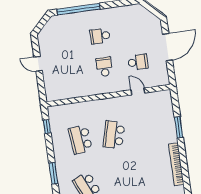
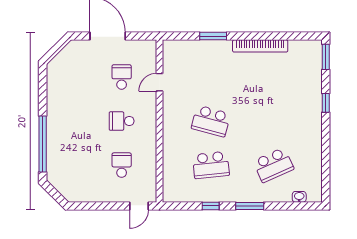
school desk: (100, 36) -> (122, 165), moved, turned 180
door: (38, 64) -> (139, 206), moved
window: (47, 127) -> (211, 206), moved

